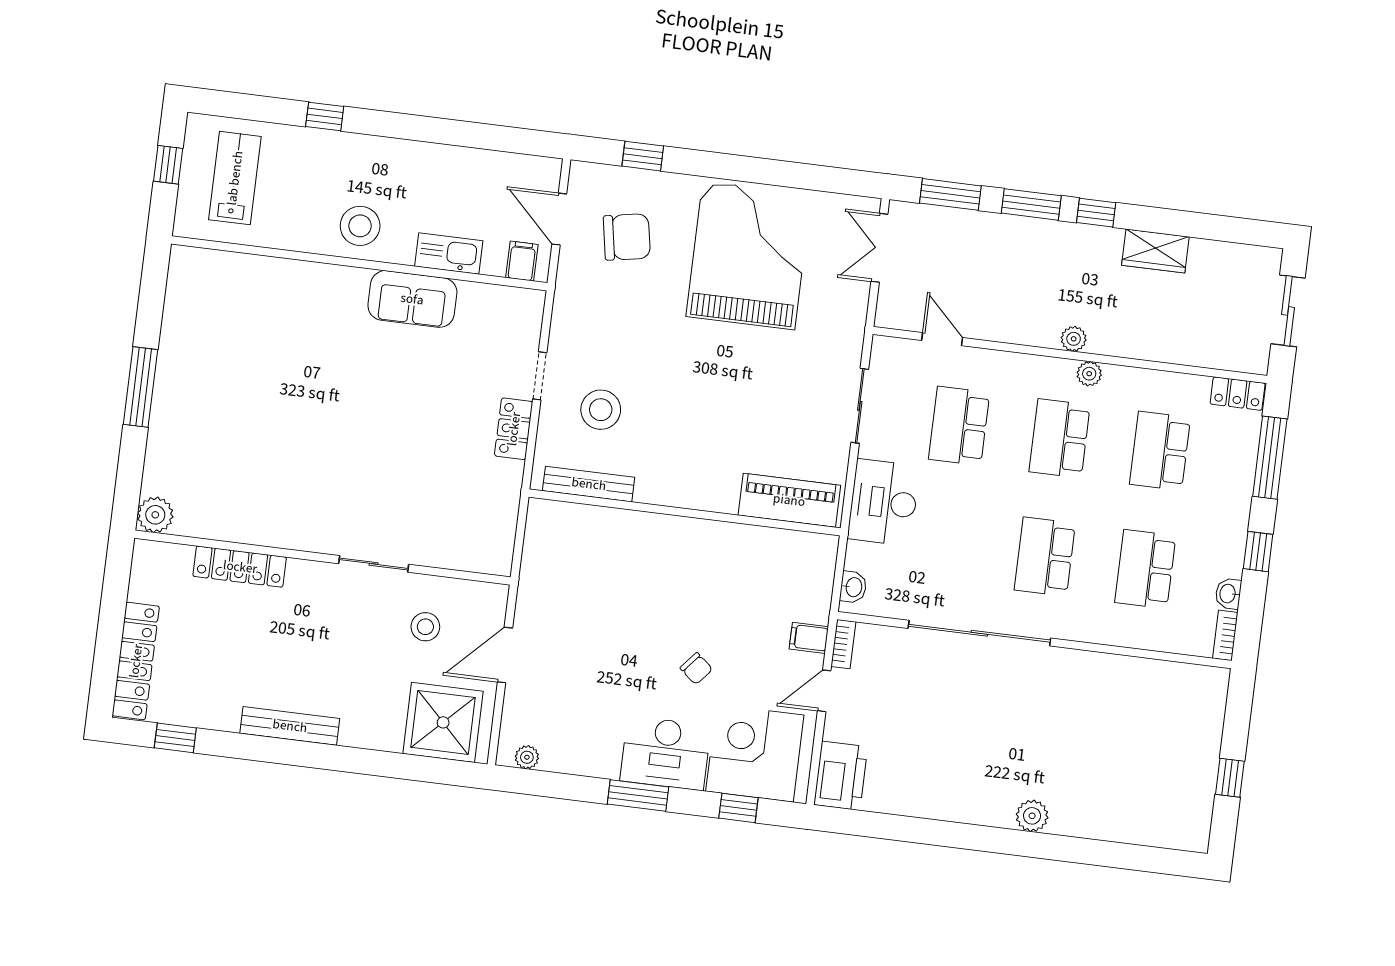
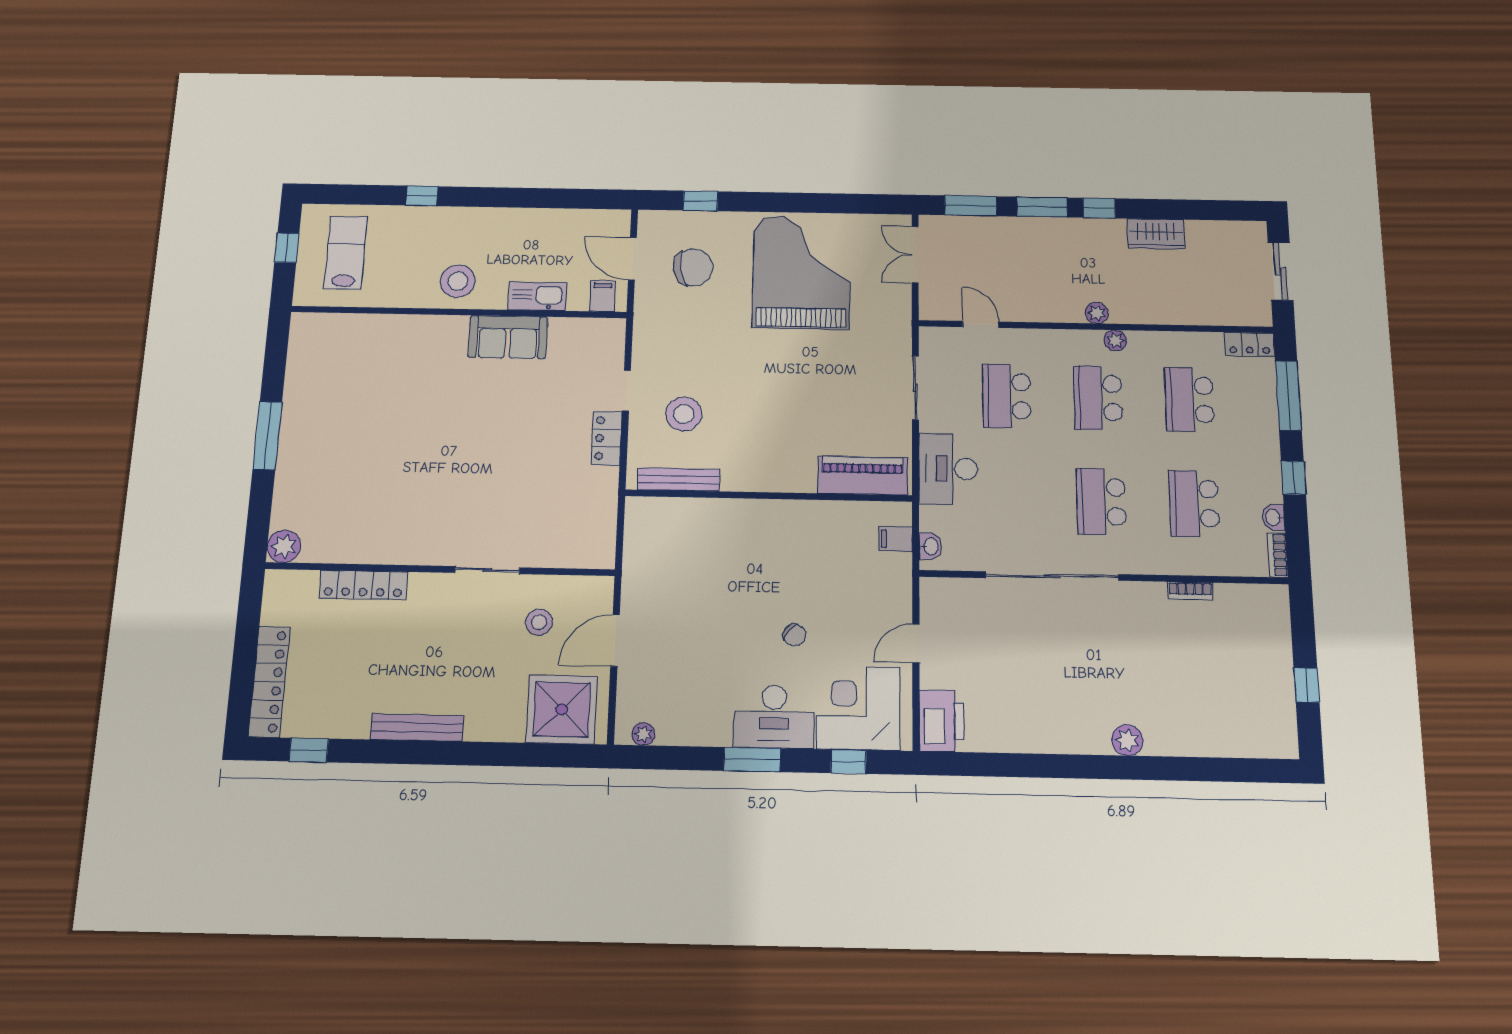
filing cabinet: (809, 638) -> (896, 539), moved
bookcase: (843, 644) -> (1190, 591), moved, turned 90

